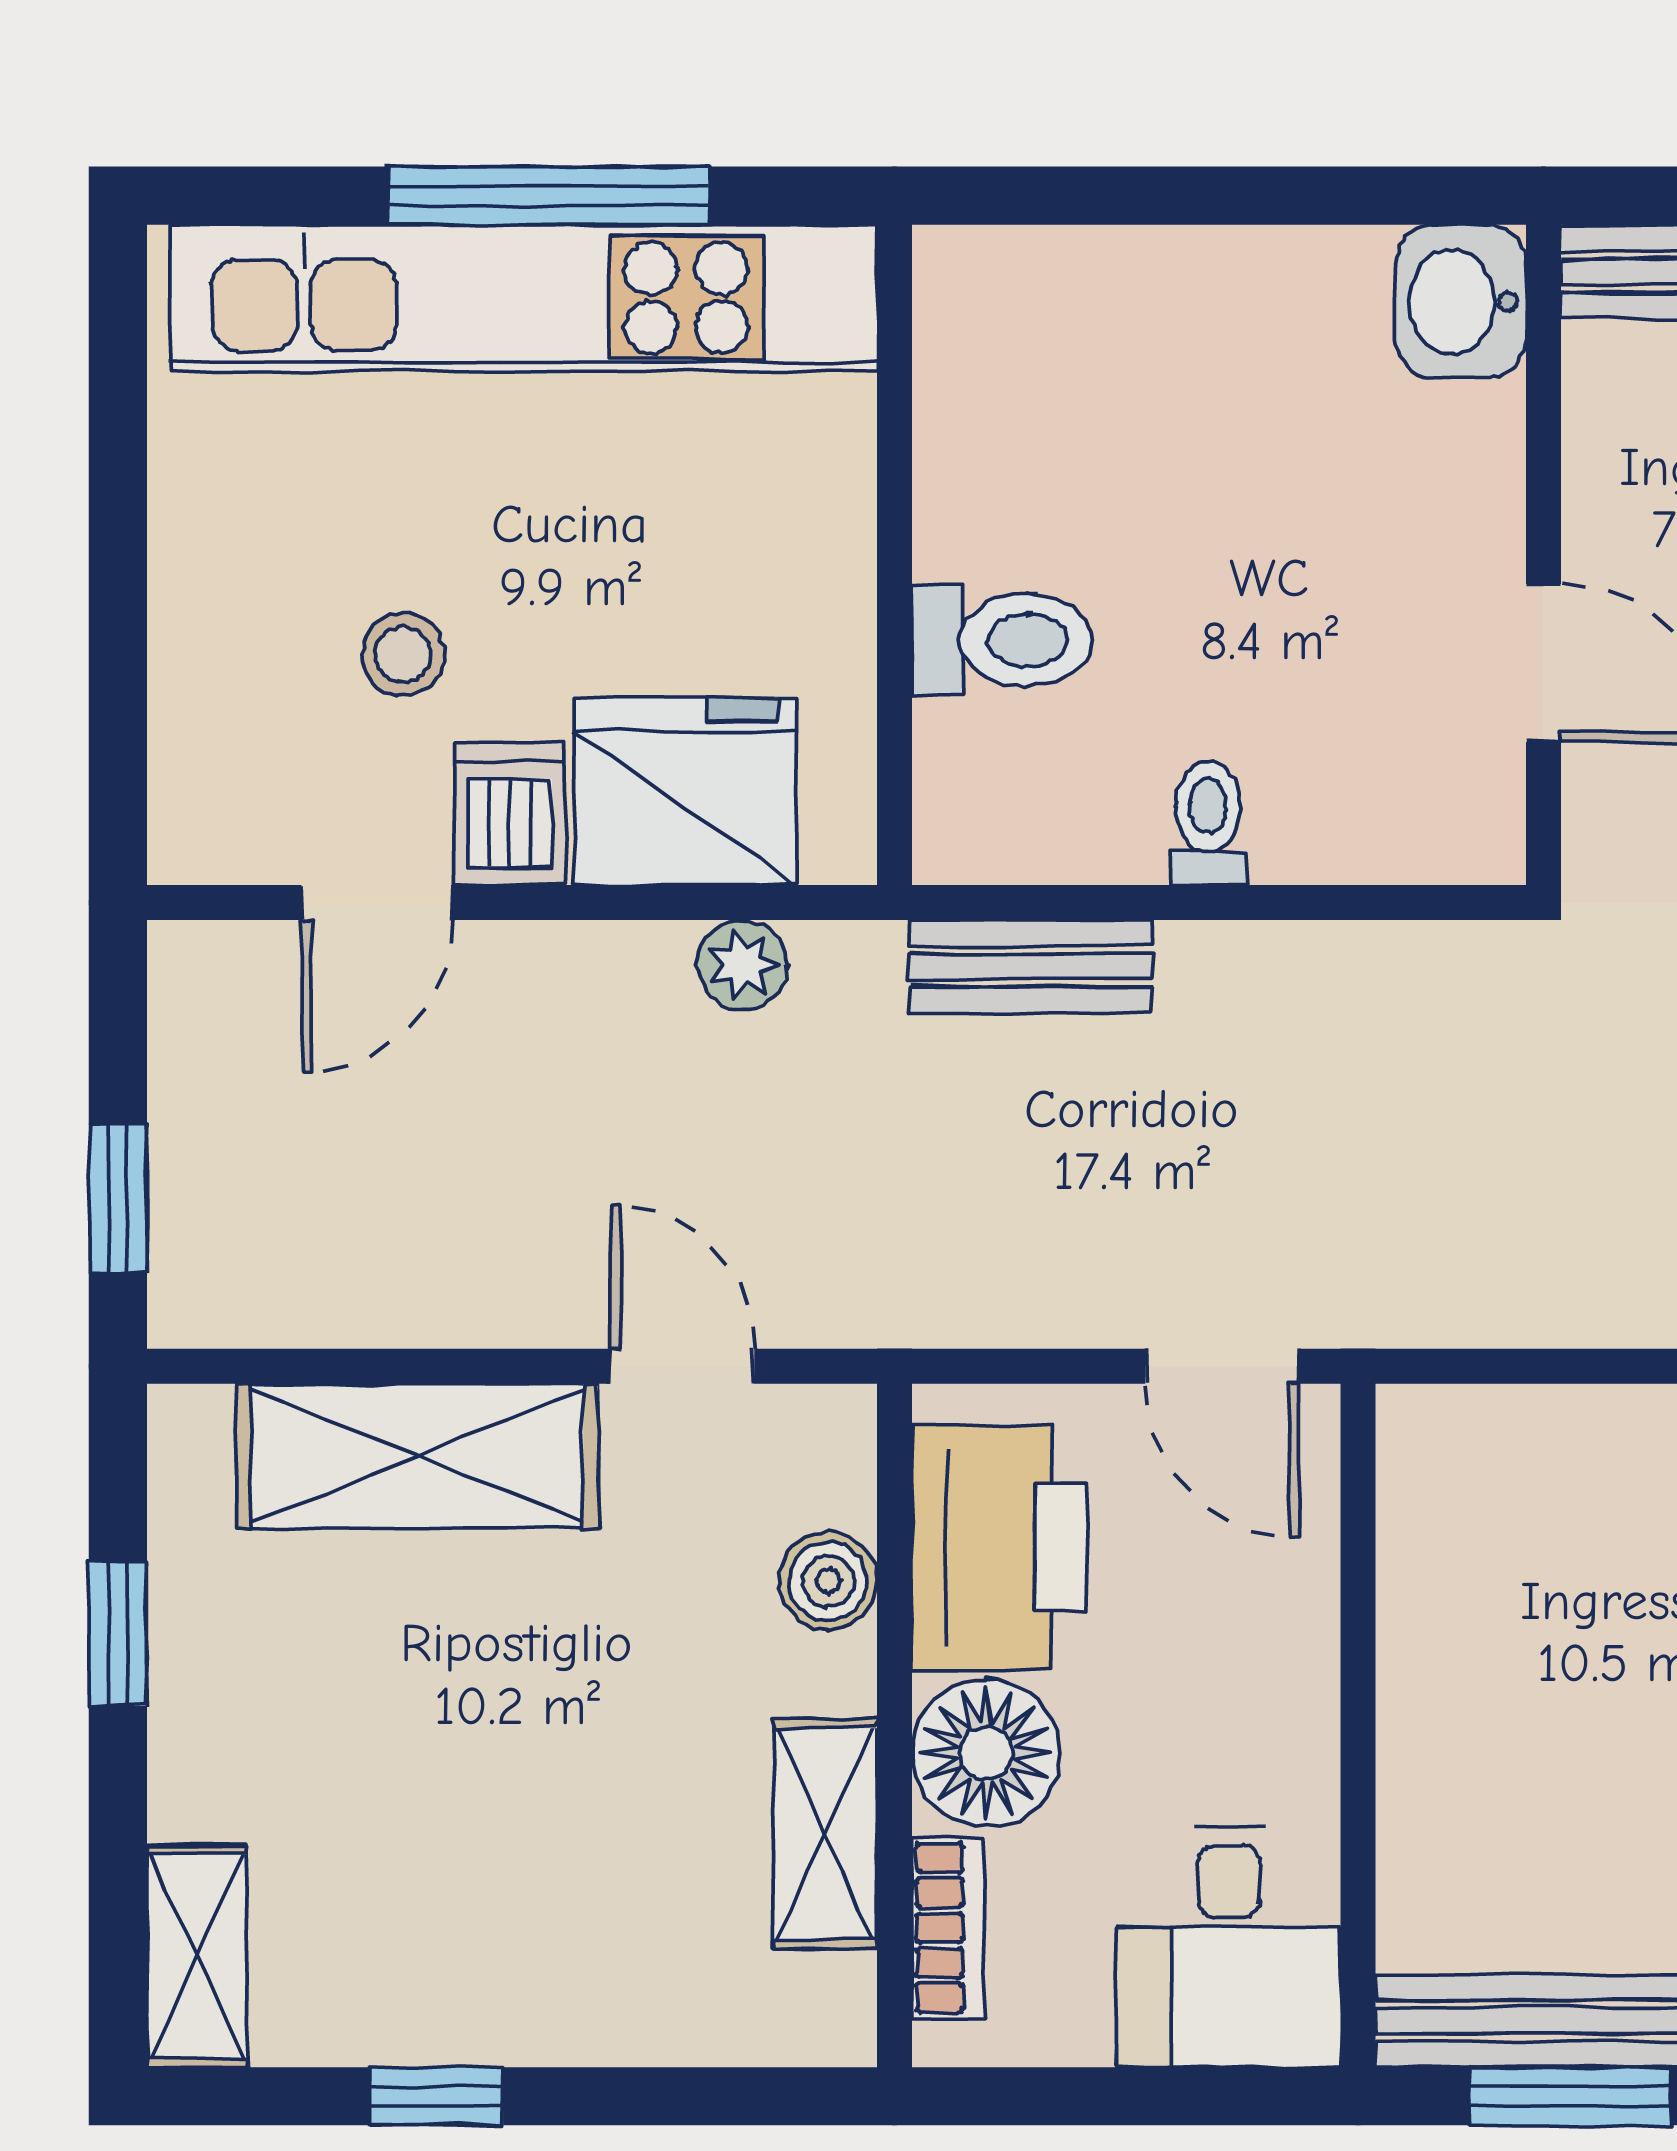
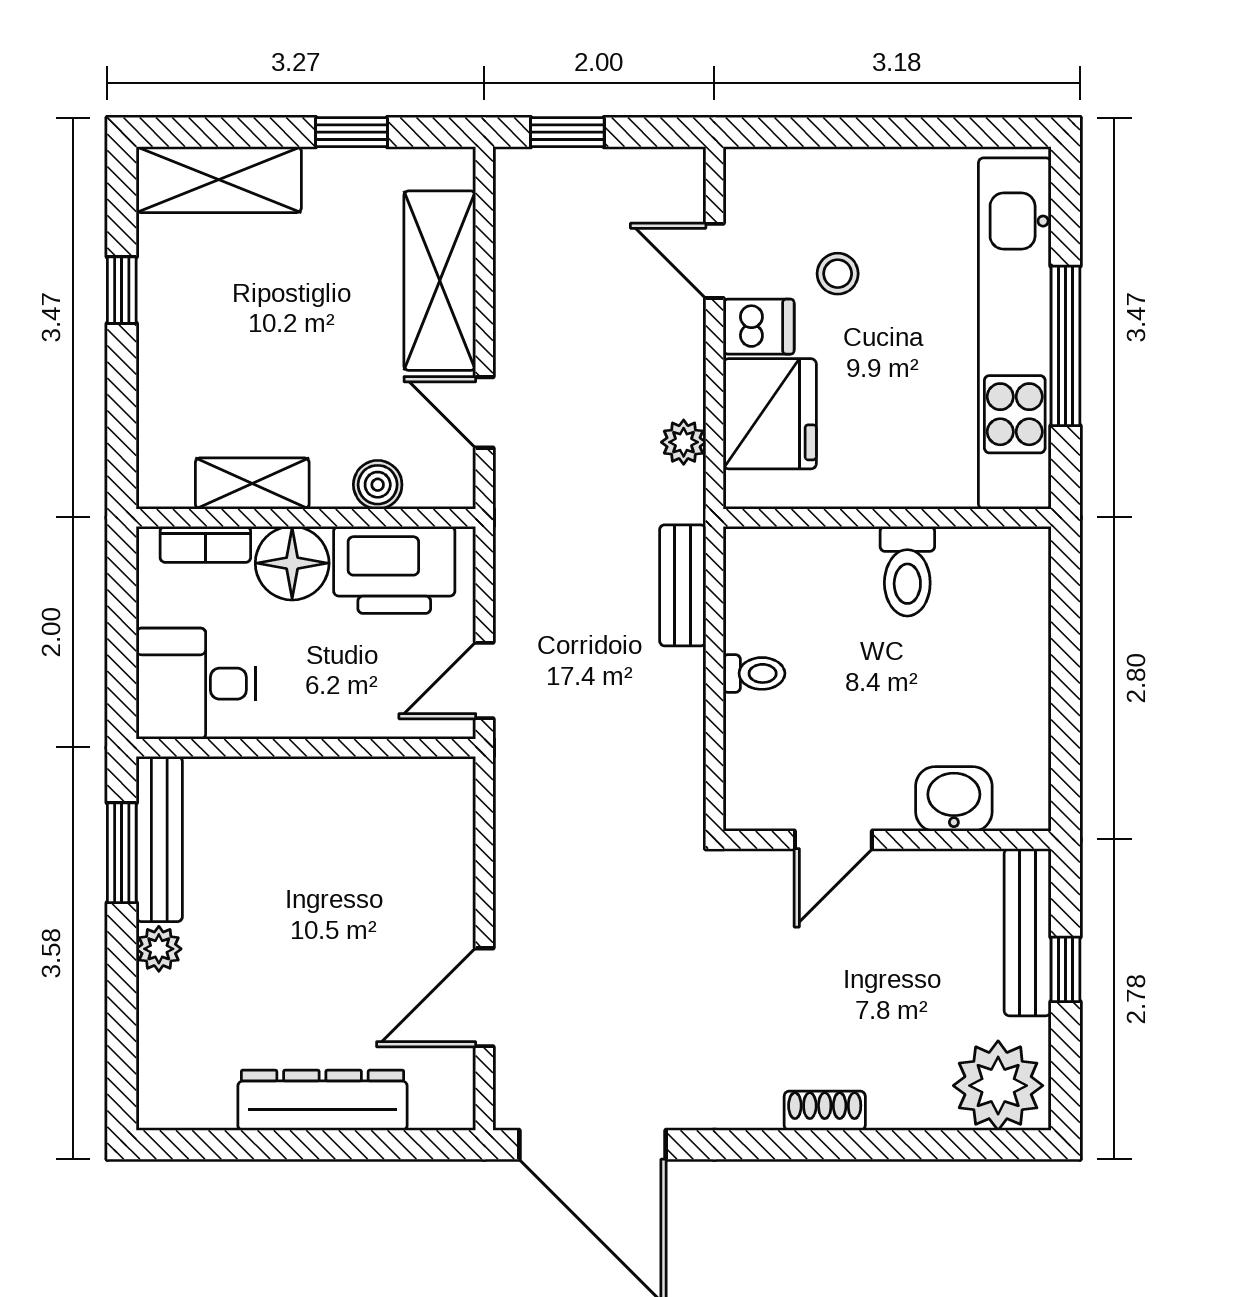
washbasin: (1461, 302) -> (954, 799), moved
toilet: (1002, 640) -> (907, 571), moved
door: (682, 1366) -> (484, 412), swing flipped
shelving: (197, 1956) -> (219, 180), width x1.50, depth x1.33

